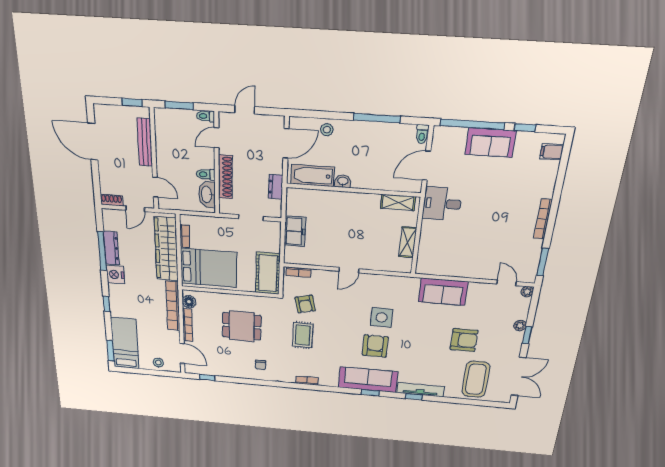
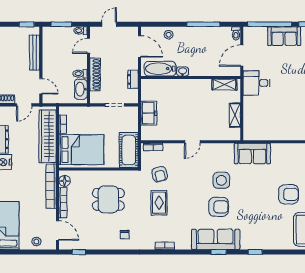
door: (286, 143) -> (140, 46), hinge flipped
sofa: (443, 292) -> (252, 154), moved
armchair: (375, 346) -> (219, 207), turned 90
tv unit: (420, 390) -> (260, 244), removed

